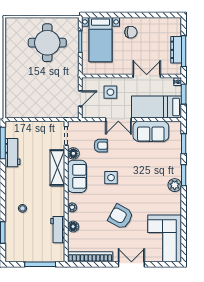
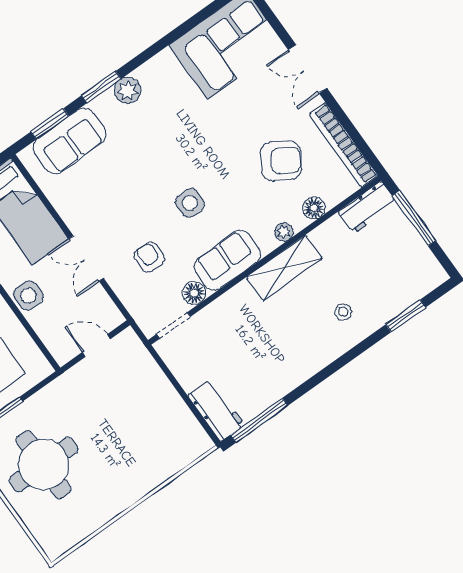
side table: (110, 92) -> (28, 296), moved
double door: (118, 120) -> (86, 258), swing flipped
sofa: (151, 131) -> (70, 141), moved, turned 90
workbench: (13, 153) -> (216, 410), moved, turned 90
shelving: (57, 168) -> (284, 268), moved
armchair: (121, 217) -> (281, 161), moved, turned -88
workbench: (58, 230) -> (368, 207), moved

